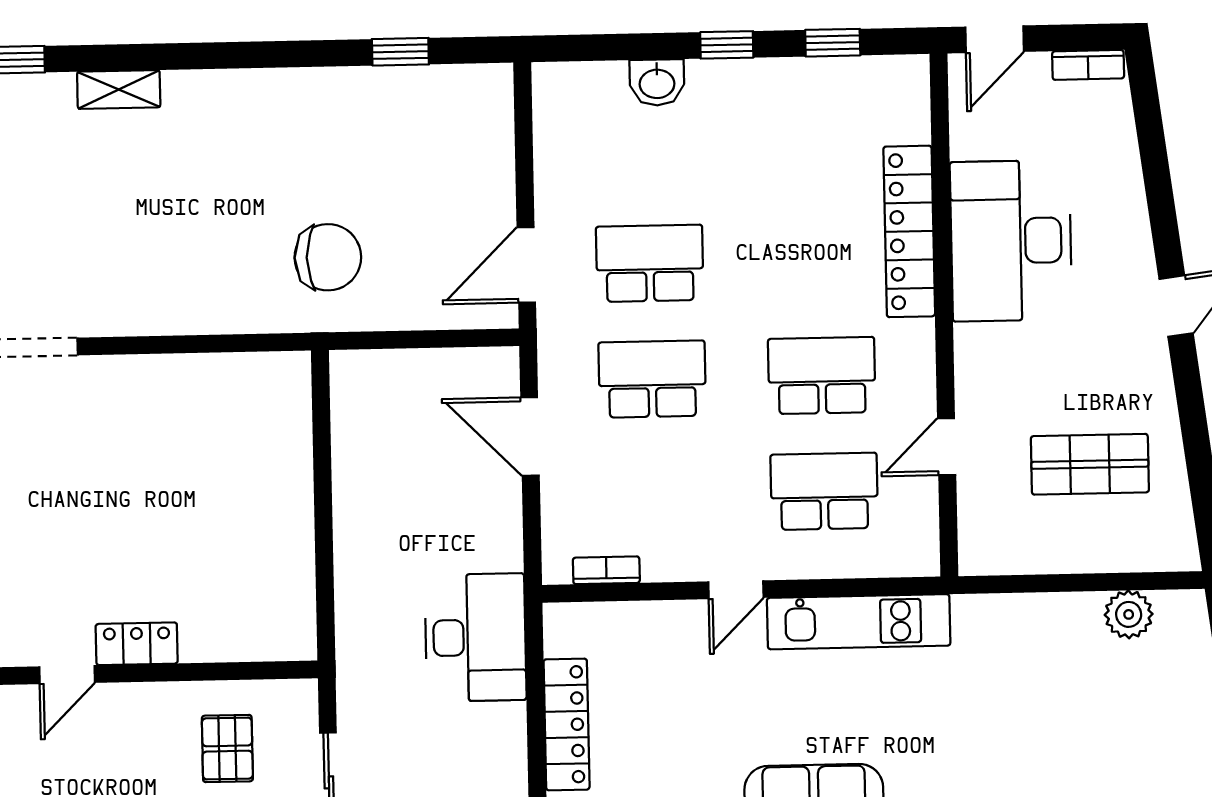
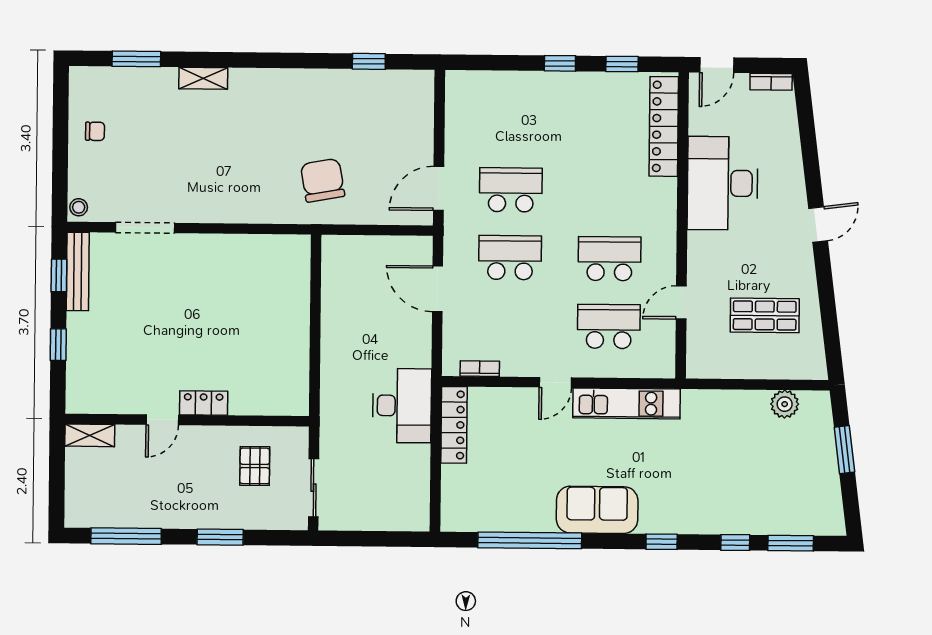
washbasin: (657, 83) -> (518, 84), removed
locker: (909, 231) -> (664, 126), moved
chair: (328, 257) -> (323, 180), turned -100
locker: (567, 724) -> (454, 425), moved

